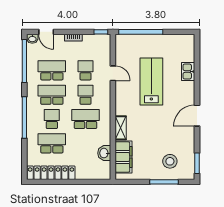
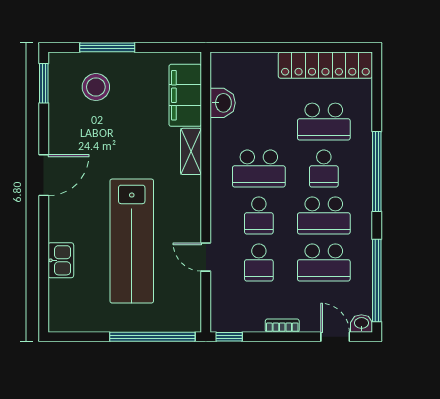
lab bench: (151, 81) -> (132, 241), width x1.36

